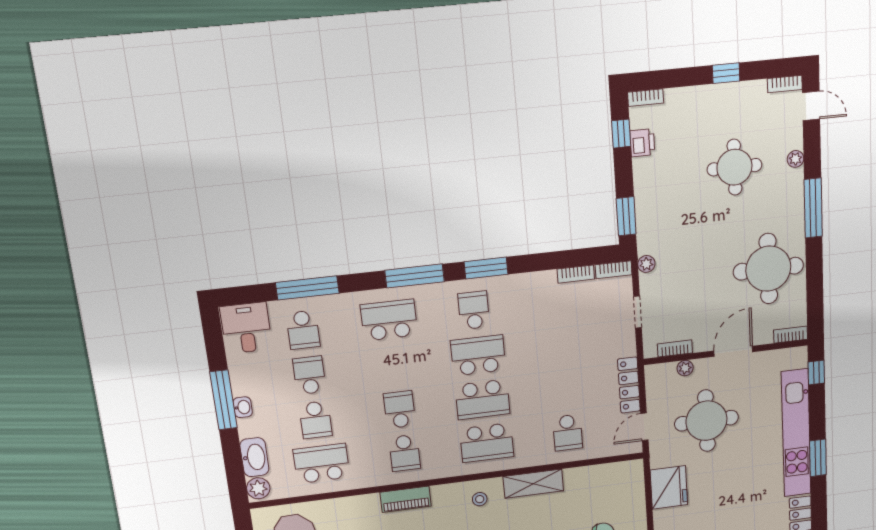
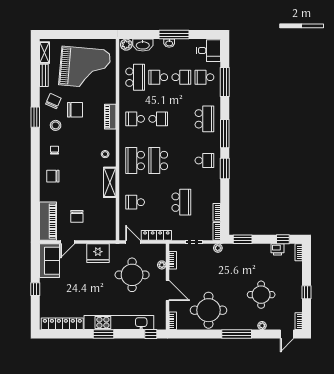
school desk: (478, 355) -> (181, 202), moved

